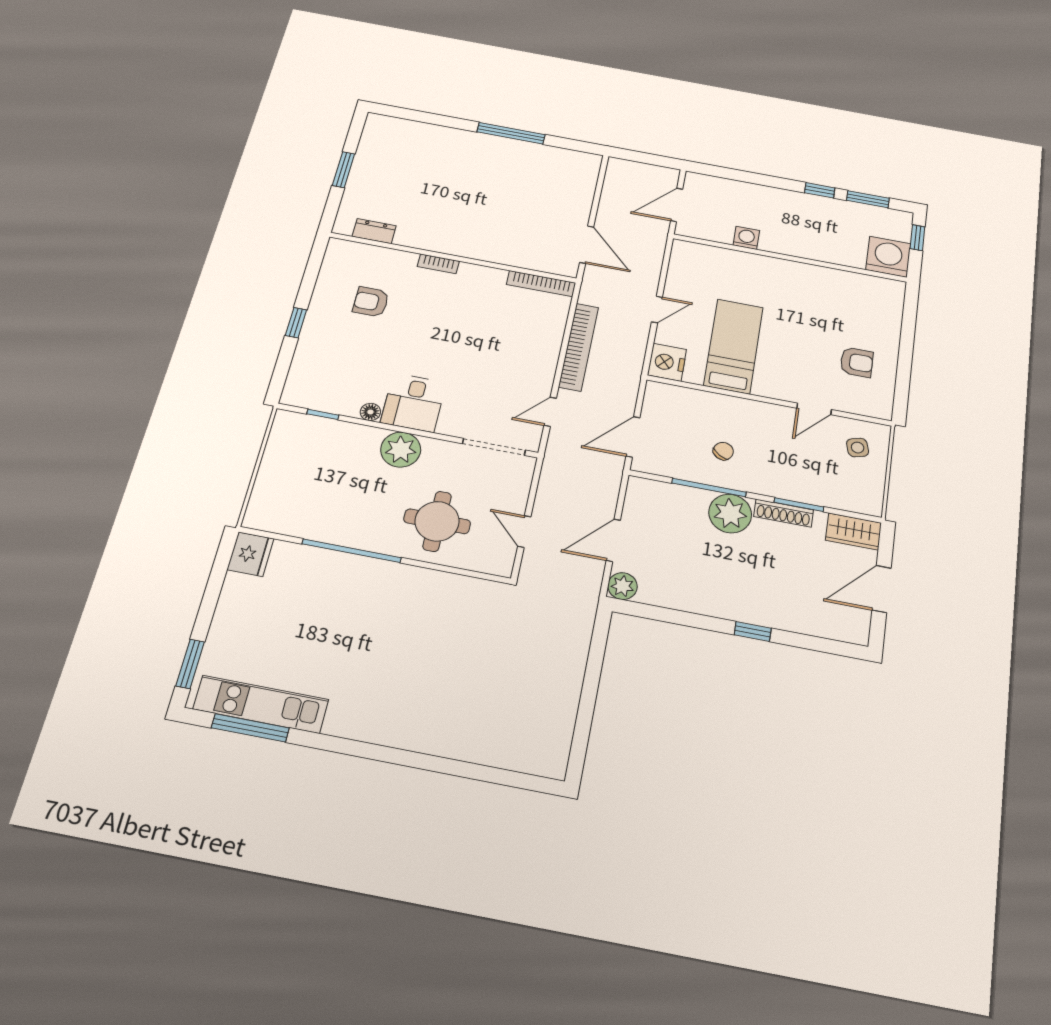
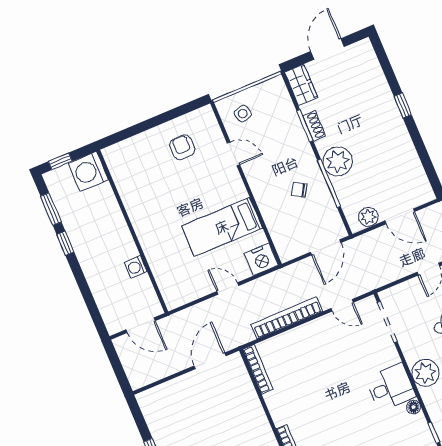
door: (633, 437) -> (326, 247), hinge flipped
shoe rack: (783, 513) -> (314, 126), width x0.70
plant: (623, 586) -> (368, 217), moved
door: (882, 589) -> (327, 49), swing flipped

